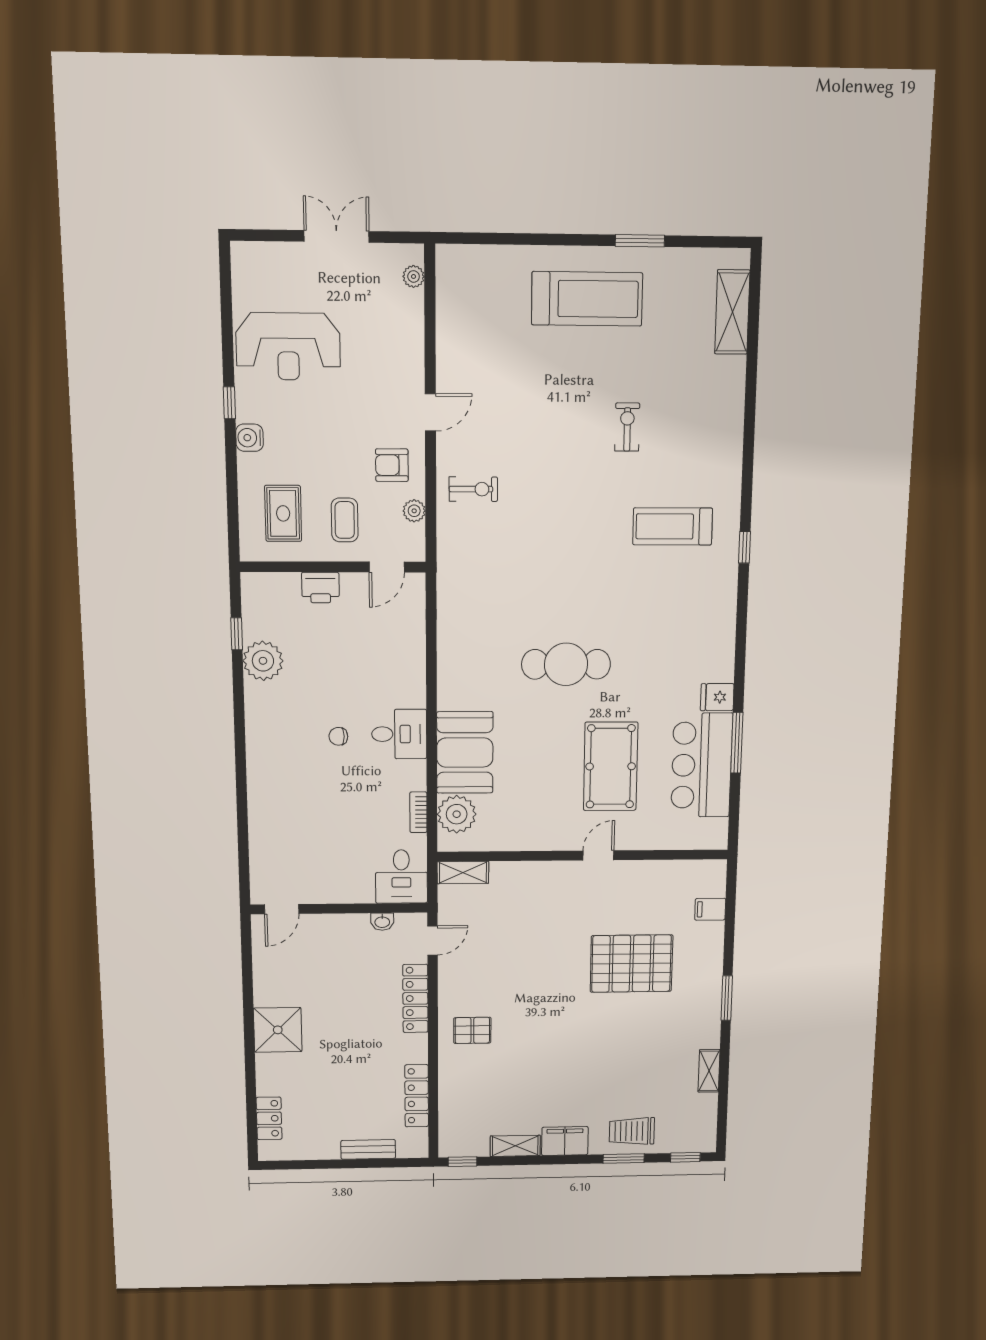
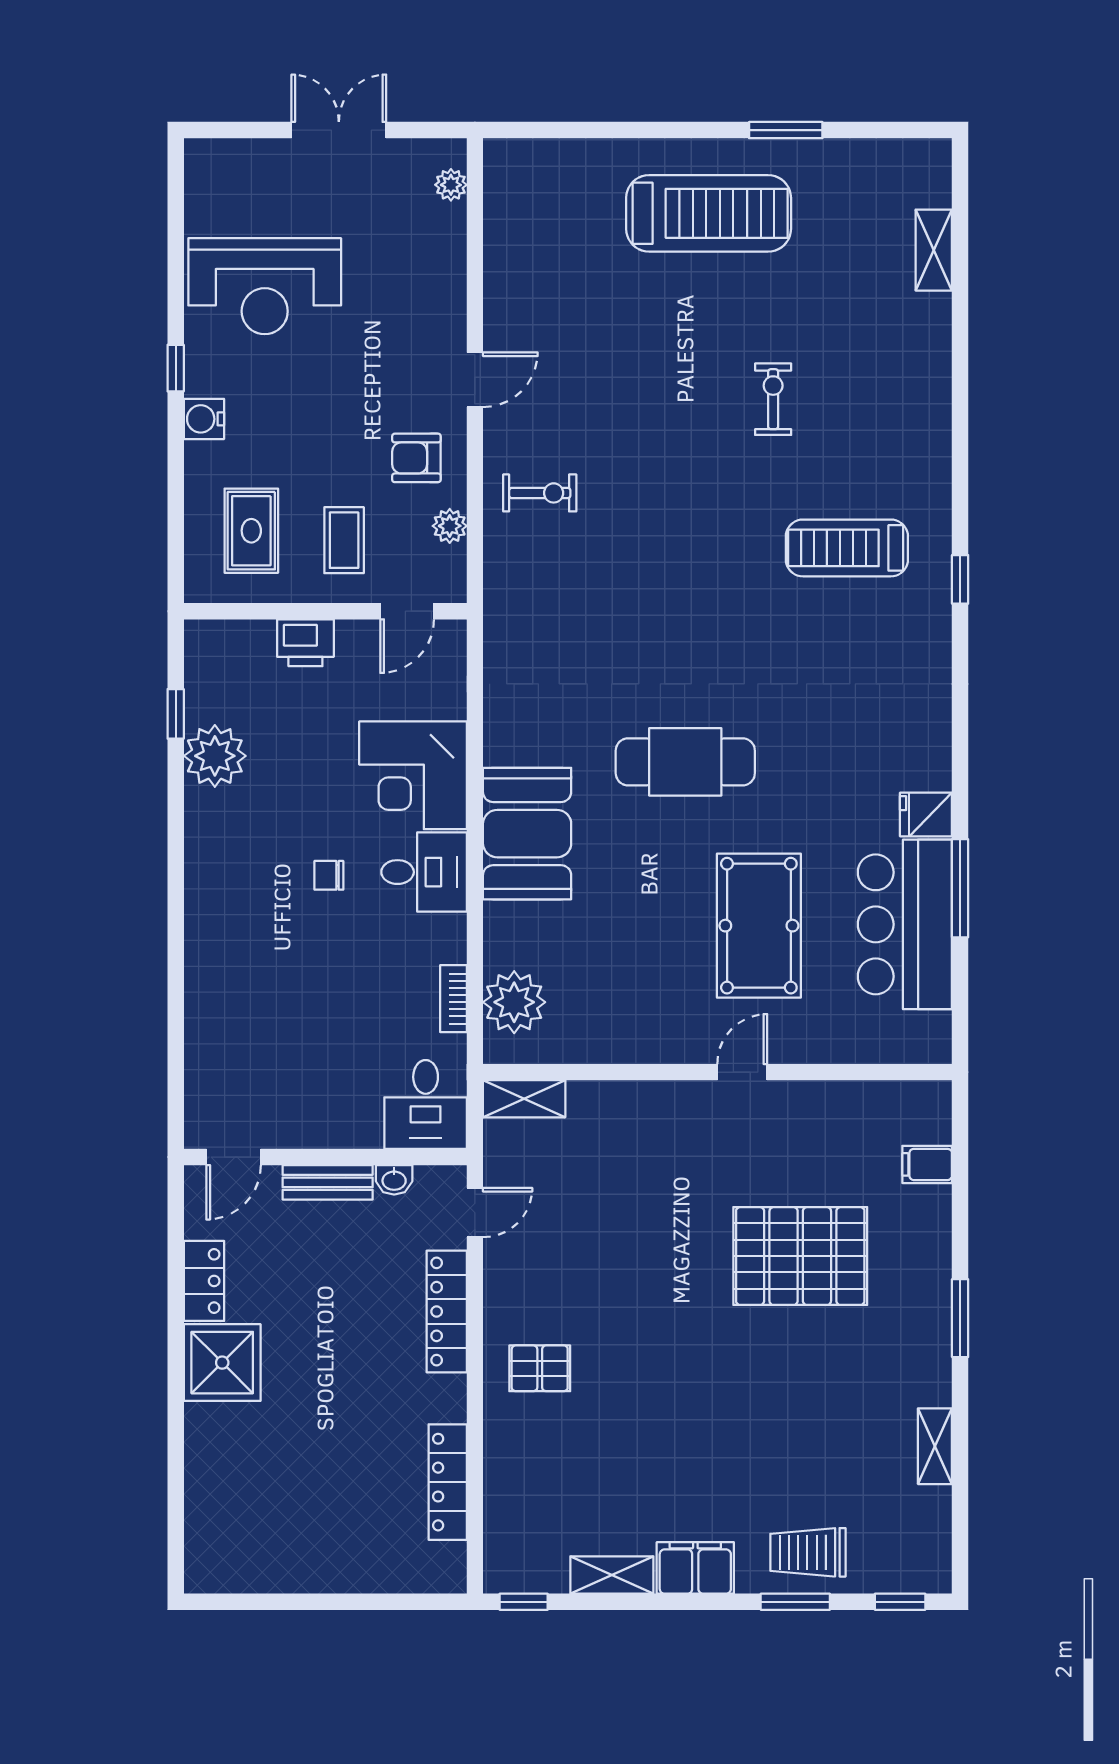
shelving: (732, 312) -> (934, 250), width x0.67, depth x0.75
corner desk: (392, 673) -> (413, 775), added
booth: (465, 753) -> (527, 834), moved
locker: (269, 1118) -> (204, 1281), moved
bench: (368, 1149) -> (328, 1182), moved

